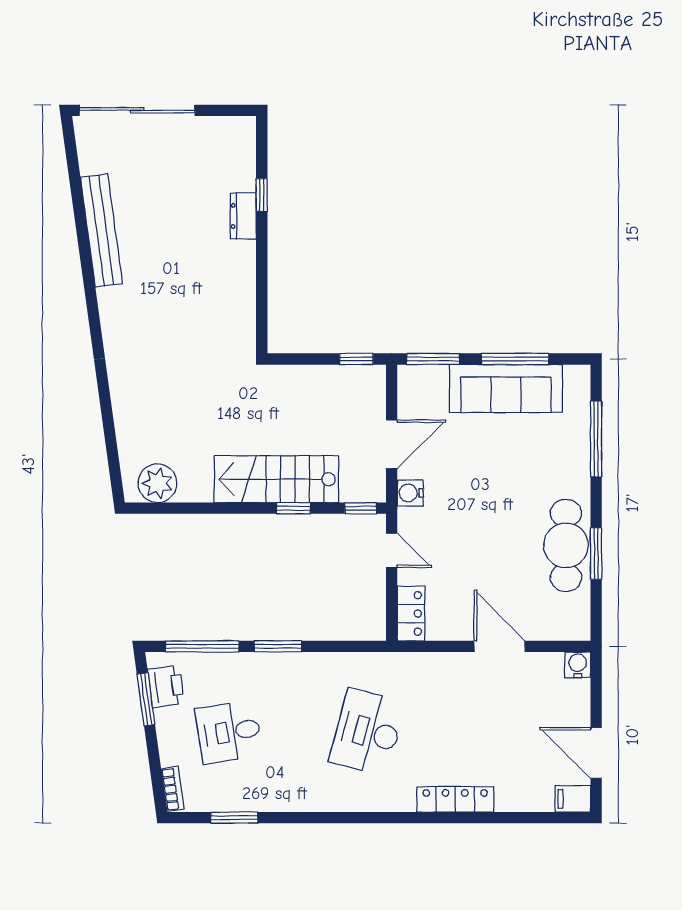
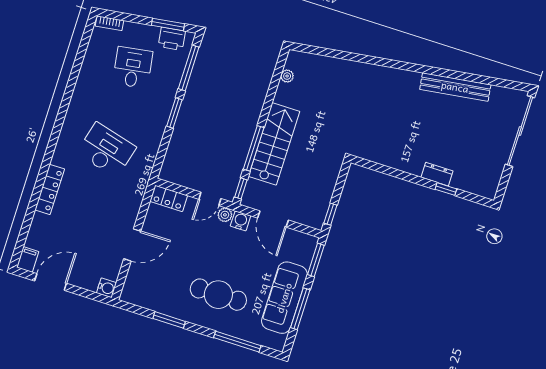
plant: (158, 483) -> (287, 76), width x0.53, depth x0.53
window: (293, 508) -> (254, 148), width x2.17
plant: (409, 520) -> (225, 215), added
cafe table: (566, 545) -> (218, 295), moved
window: (234, 818) -> (81, 55), removed

